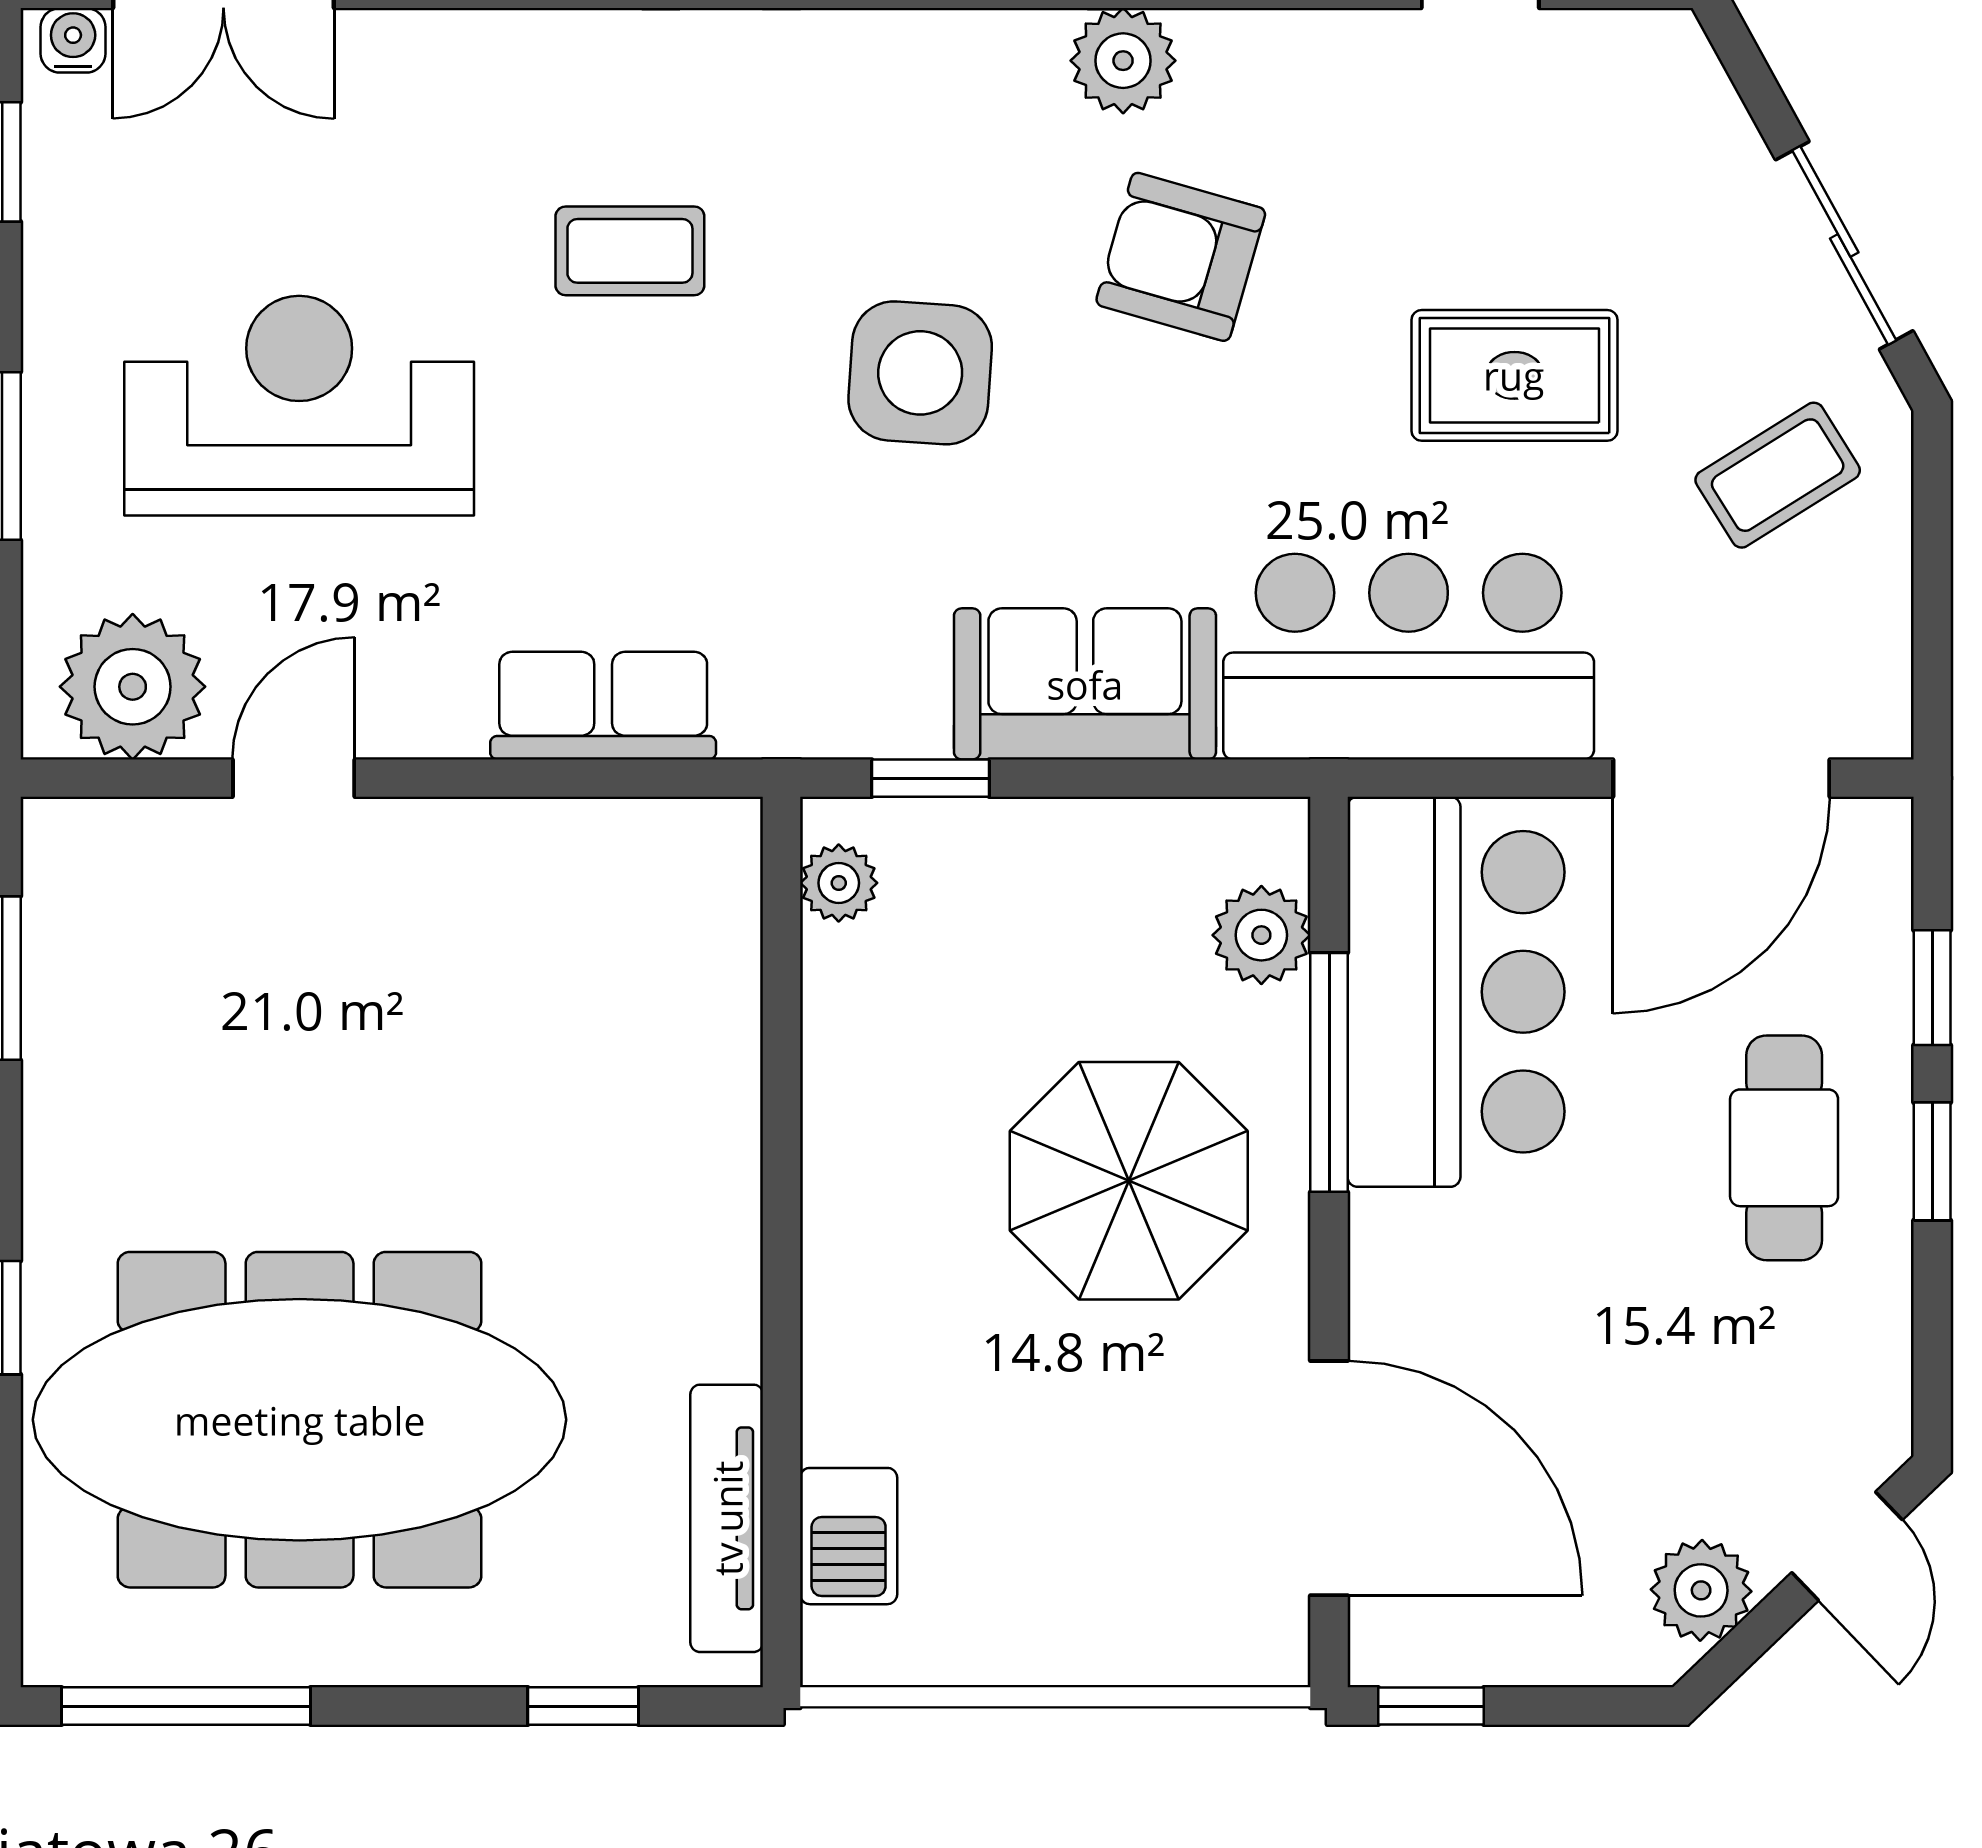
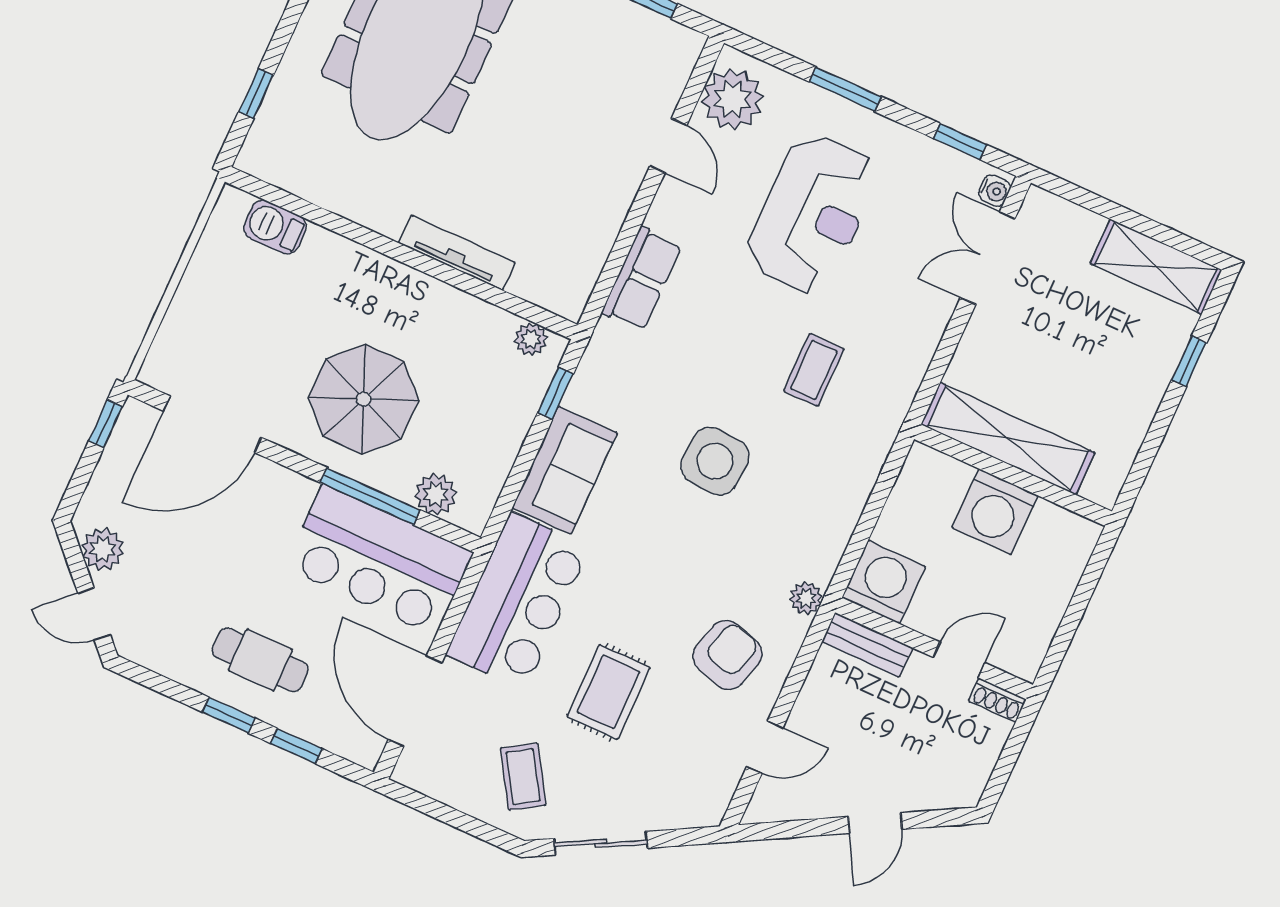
plant: (1123, 61) -> (806, 598), width x0.73, depth x0.73
armchair: (1181, 257) -> (727, 655), moved
tv unit: (727, 1518) -> (457, 253), moved

